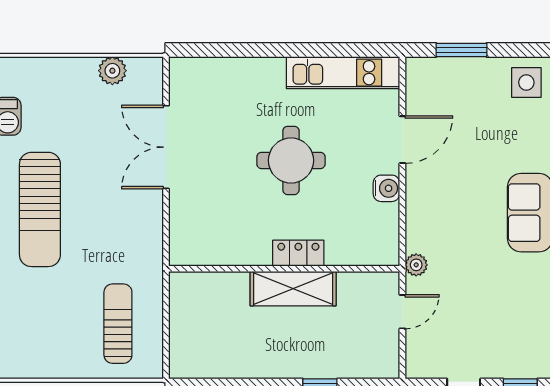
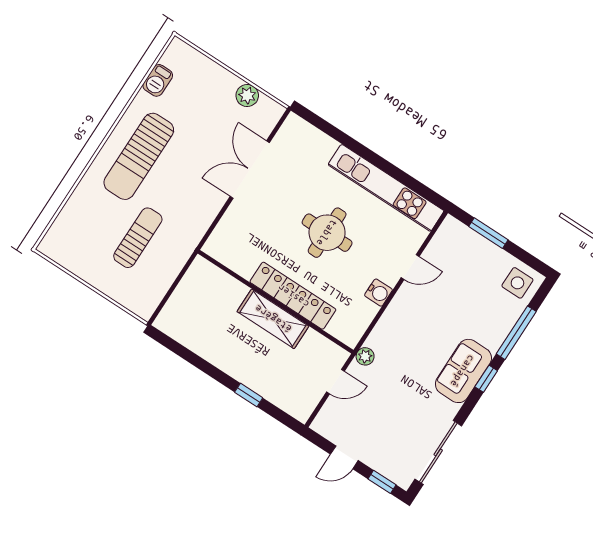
kitchen unit: (343, 73) -> (386, 188), width x1.36
door: (402, 140) -> (410, 267), width x0.73
locker: (298, 253) -> (293, 296), width x2.16, depth x1.21
sun lounger: (118, 324) -> (138, 238), moved

